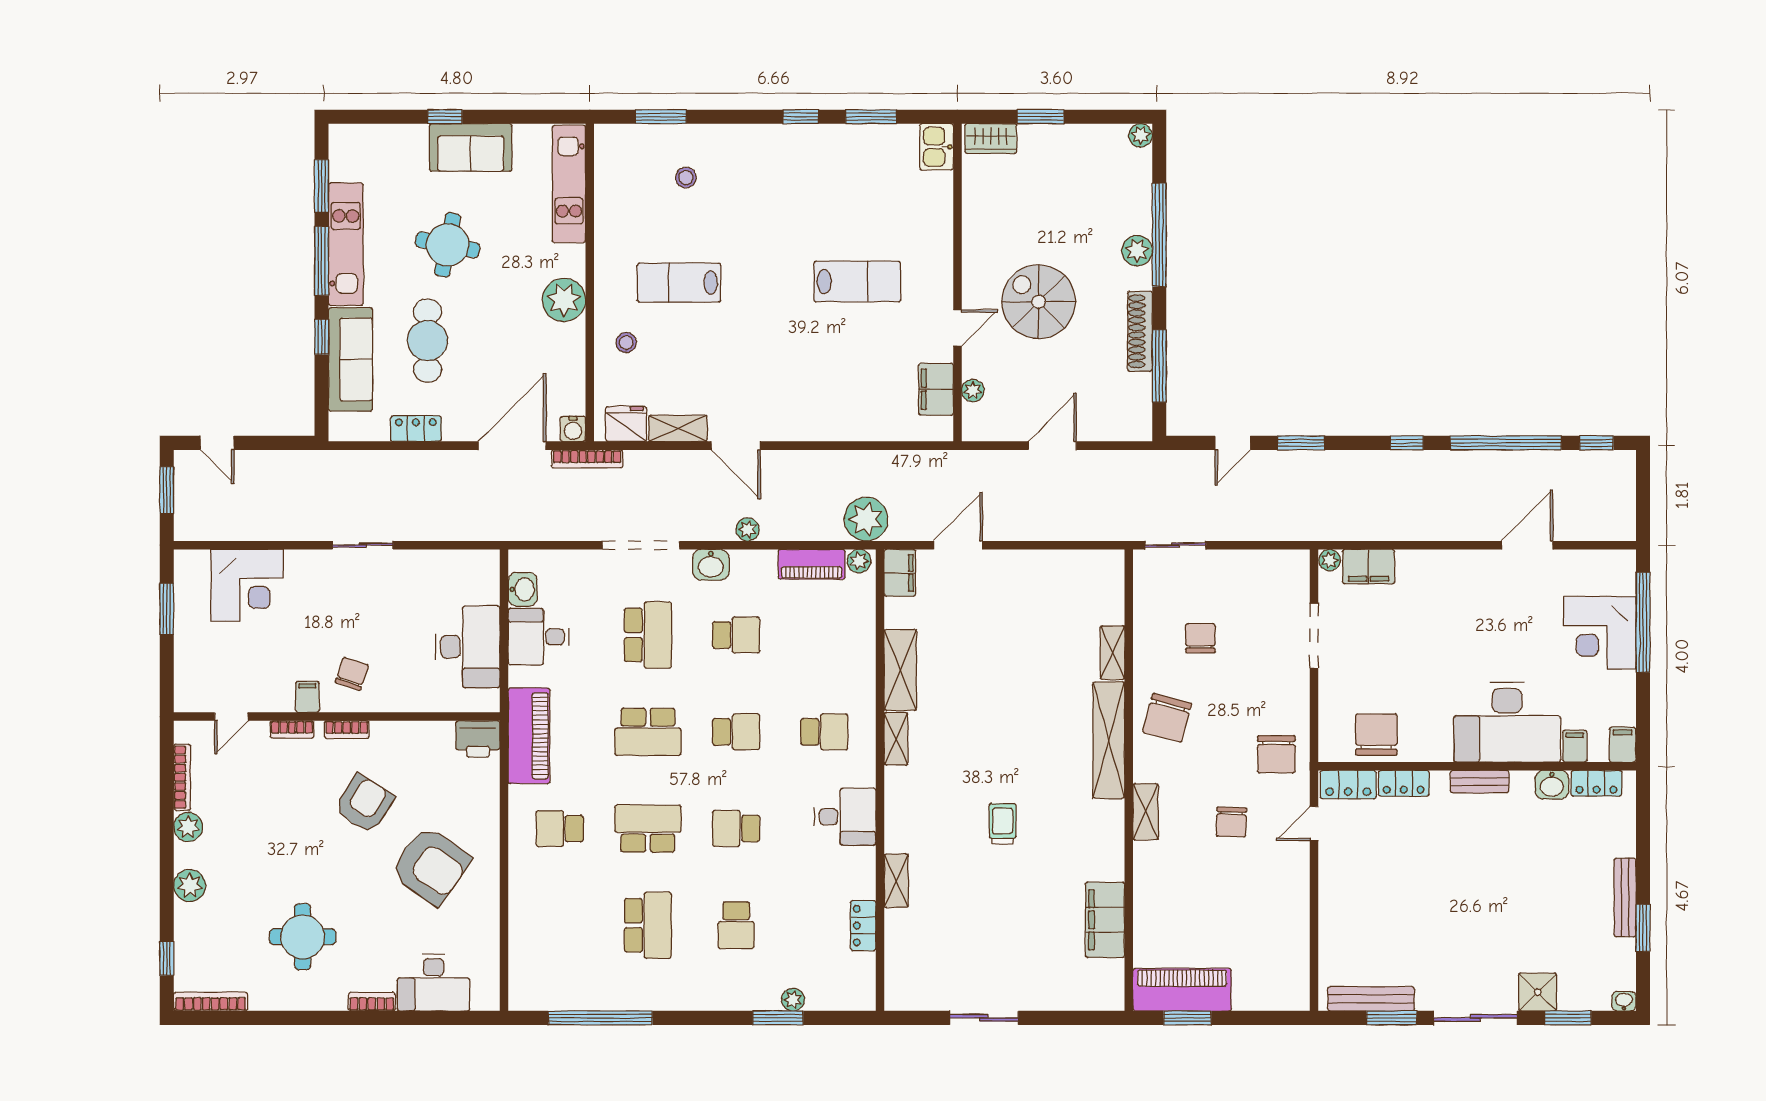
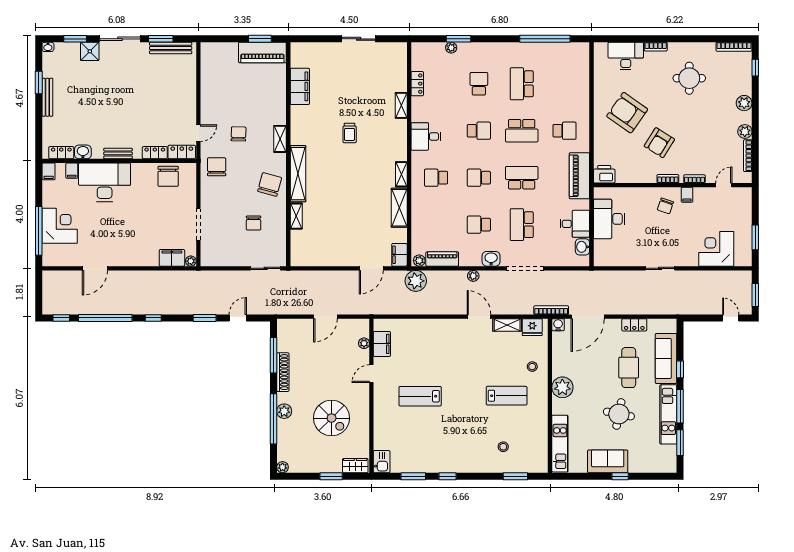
spiral stairs: (1039, 302) -> (332, 418), moved

